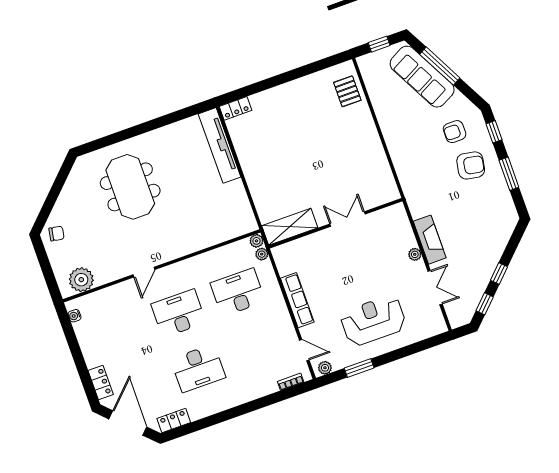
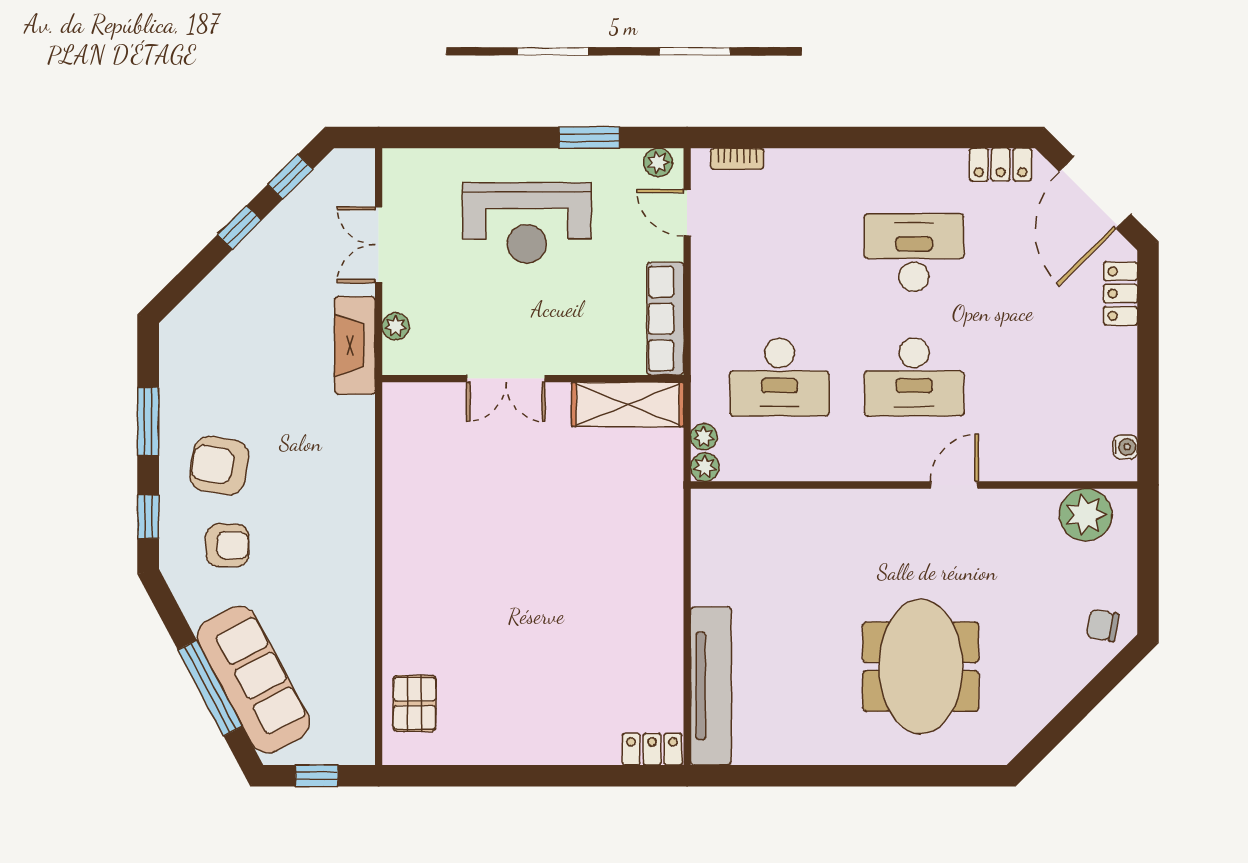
double door: (347, 219) -> (506, 379), moved
wall: (336, 223) -> (533, 379), moved
shelving: (290, 227) -> (628, 404), moved

